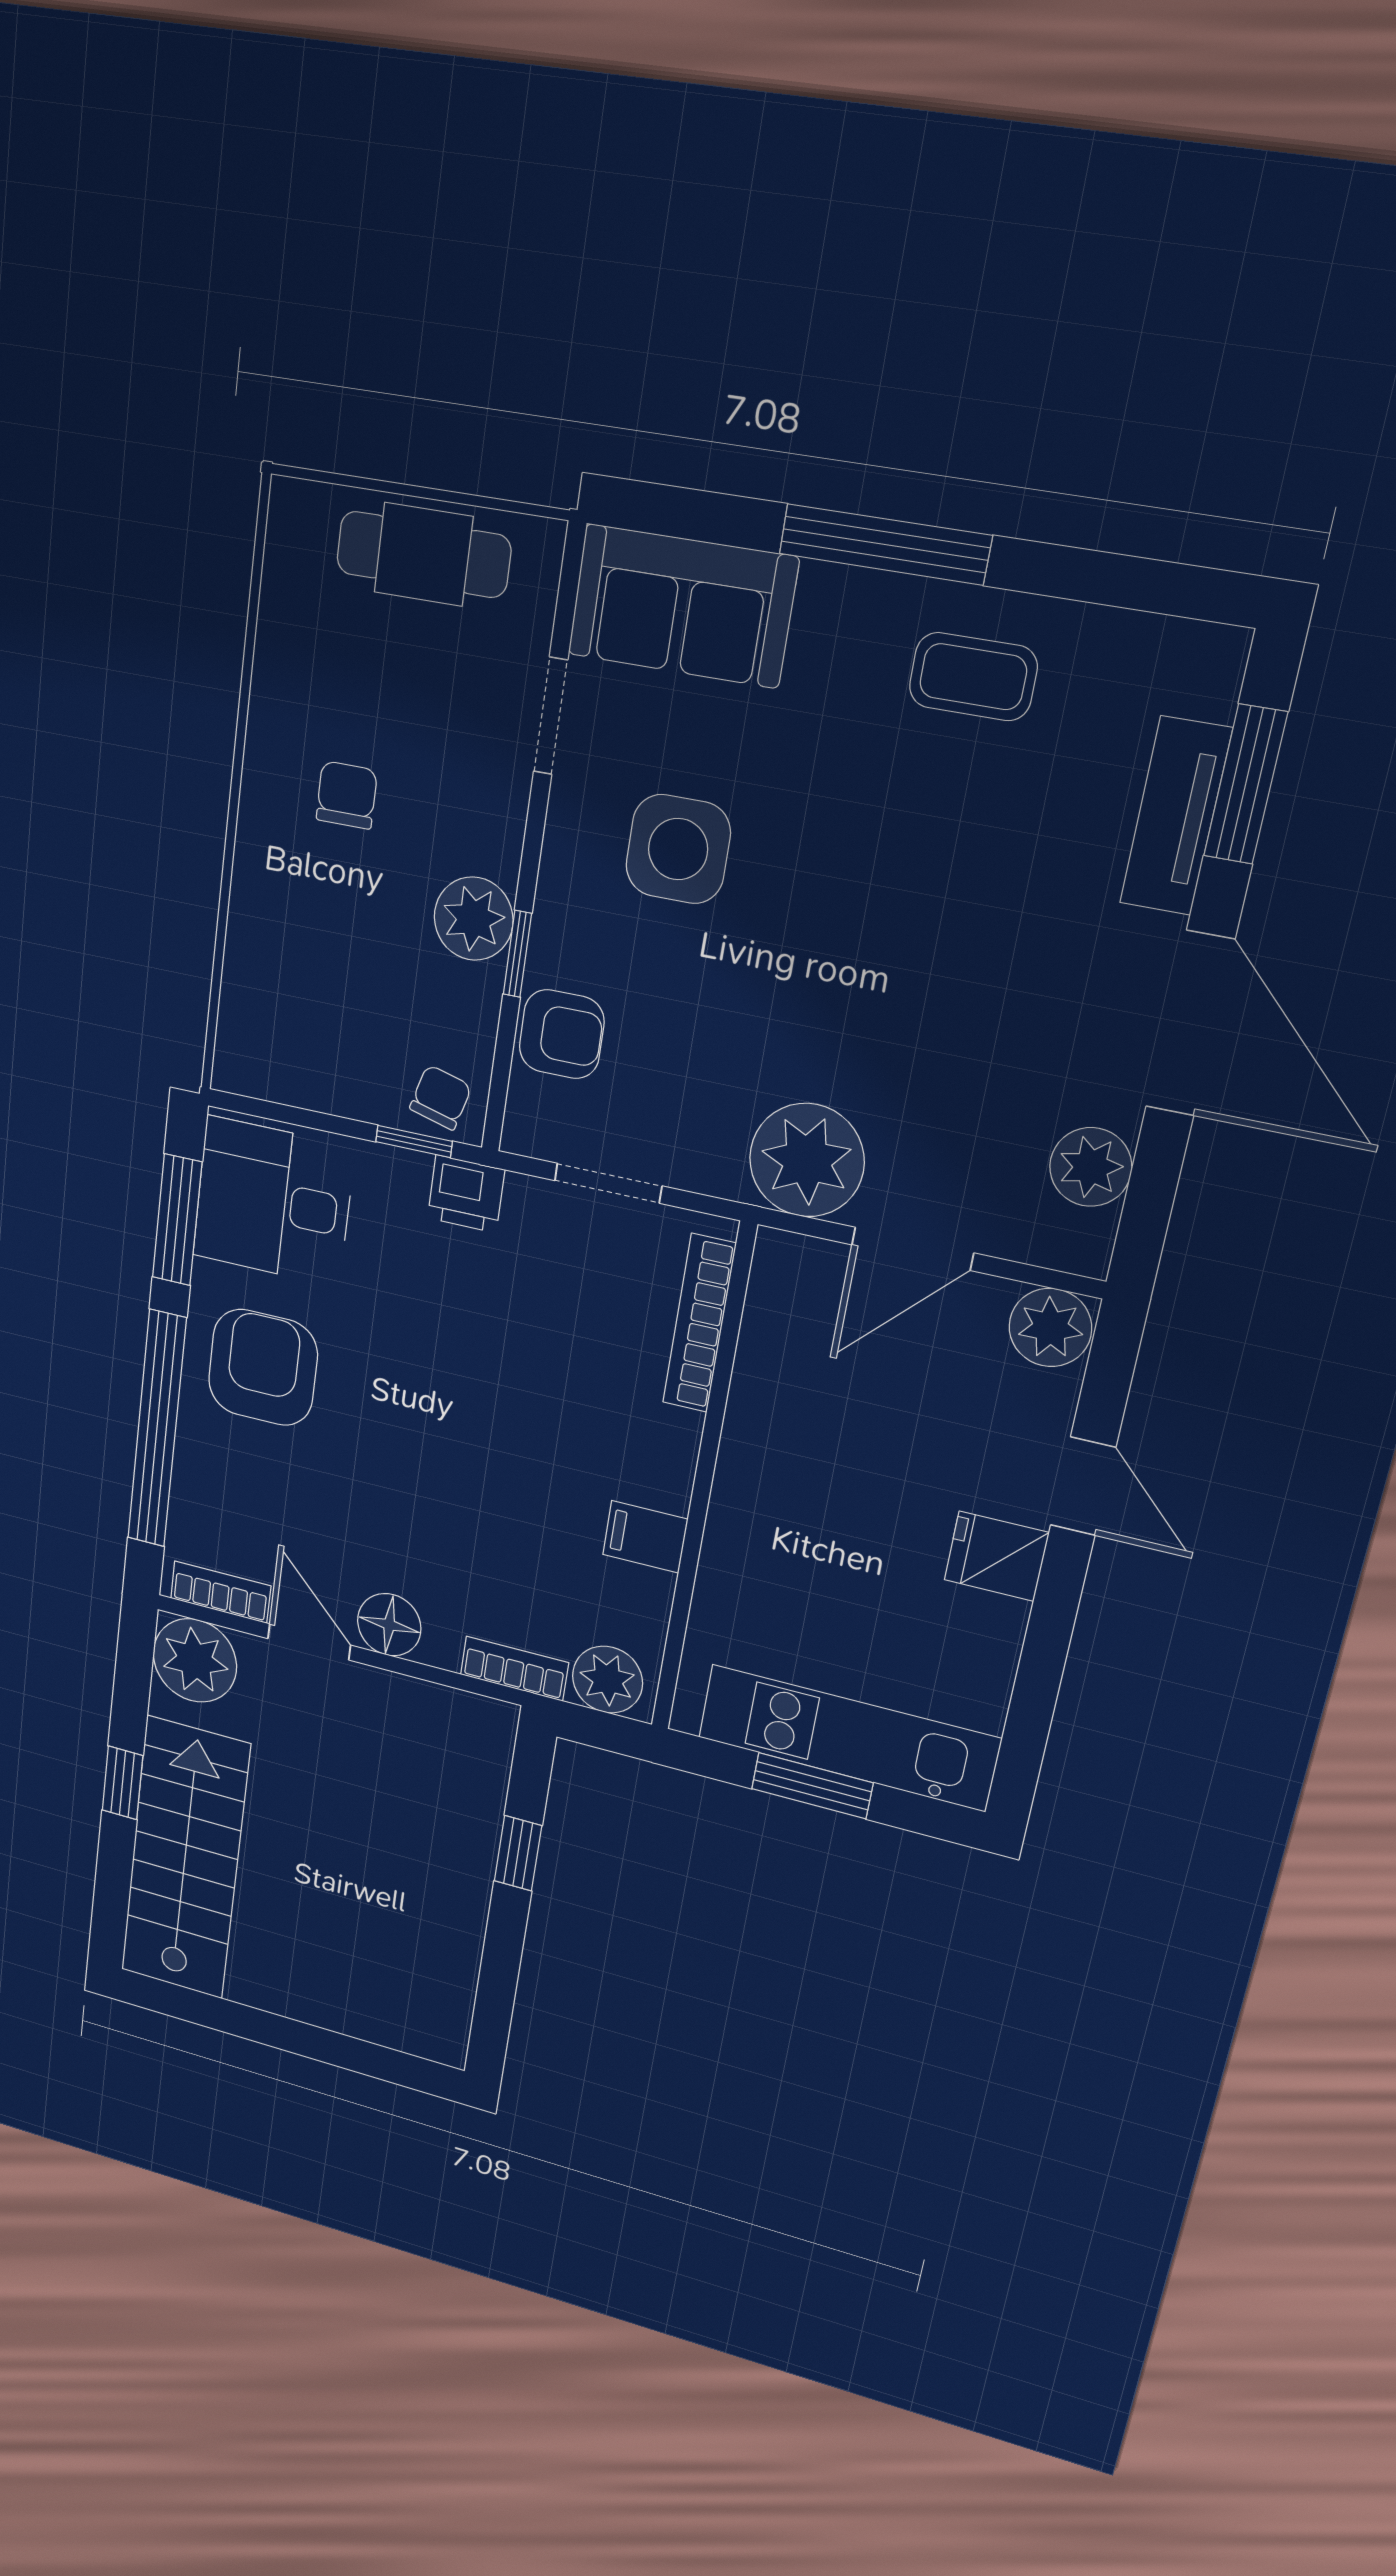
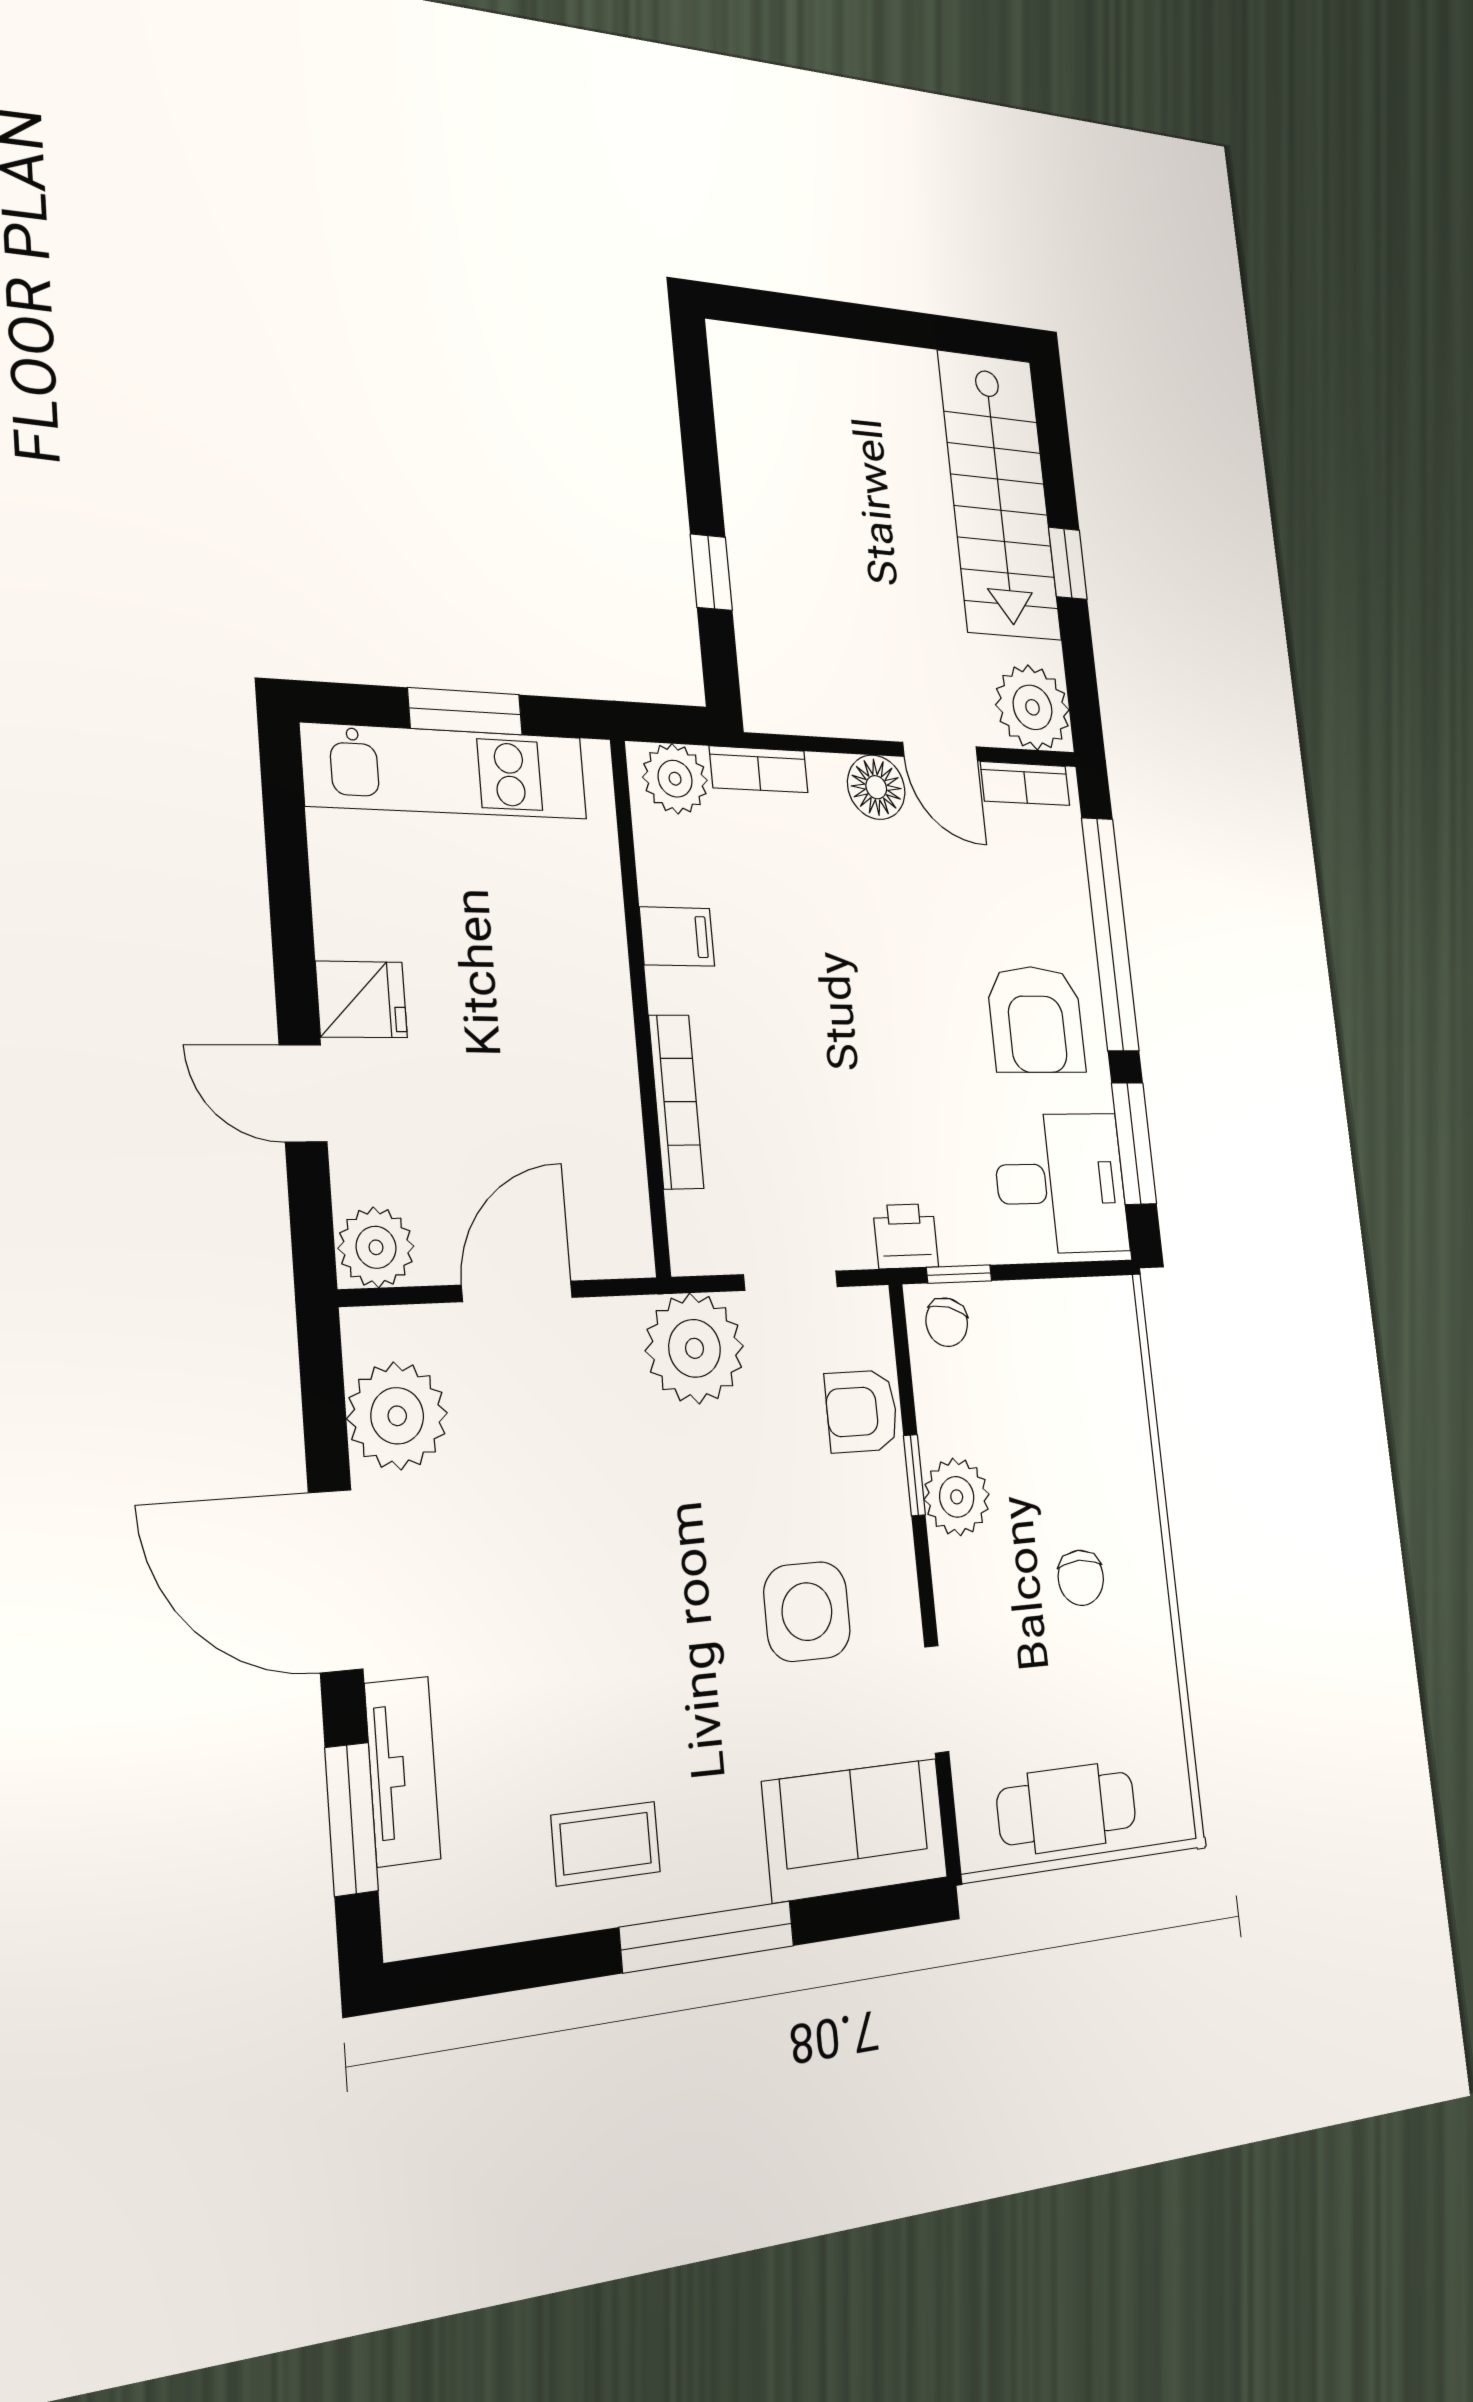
plant: (807, 1160) -> (695, 1348), moved
plant: (1091, 1167) -> (397, 1416), width x1.36, depth x1.36
bookcase: (699, 1323) -> (676, 1102), moved

